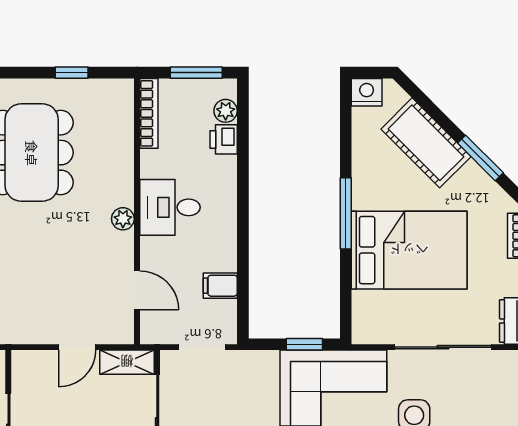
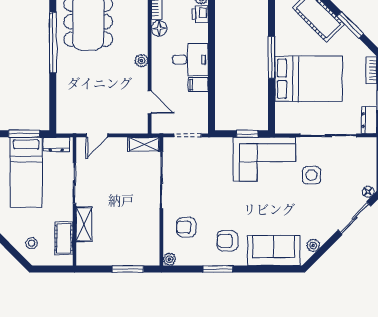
floor lamp: (153, 164) -> (159, 28), added
desk: (170, 207) -> (190, 60), moved, turned 180
filing cabinet: (220, 286) -> (198, 85), moved
door: (77, 347) -> (97, 135), moved

